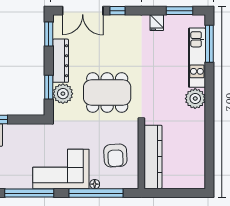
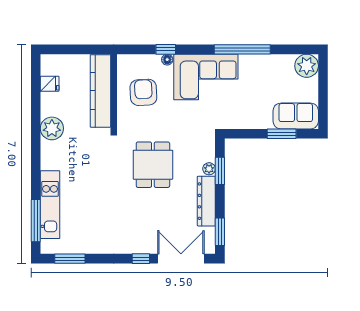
fridge: (157, 23) -> (50, 84), moved, turned 90
dining table: (107, 92) -> (153, 165), width x0.73
plant: (63, 94) -> (209, 169), width x0.53, depth x0.53
plant: (195, 99) -> (52, 128), moved
window: (96, 193) -> (166, 49), width x0.32

